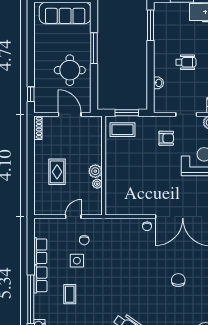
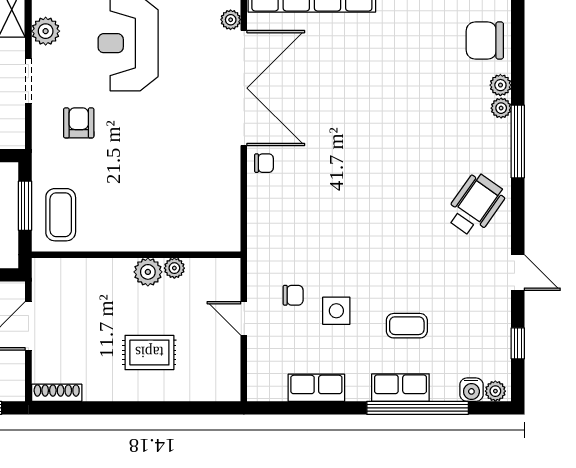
row of seats: (40, 279) -> (400, 388), moved
chair: (178, 280) -> (377, 97), removed

